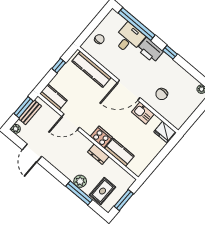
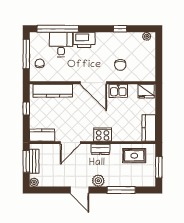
window: (95, 23) -> (26, 54), added
window: (170, 52) -> (120, 29), moved
door: (129, 90) -> (93, 83), hinge flipped
kitchen counter: (119, 152) -> (149, 128), moved, turned -90
door: (32, 153) -> (79, 190), moved
dresser: (98, 154) -> (100, 149), moved
plant: (80, 181) -> (98, 181), moved
rug: (103, 191) -> (134, 156), moved, turned 90

